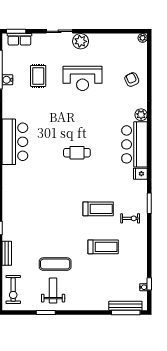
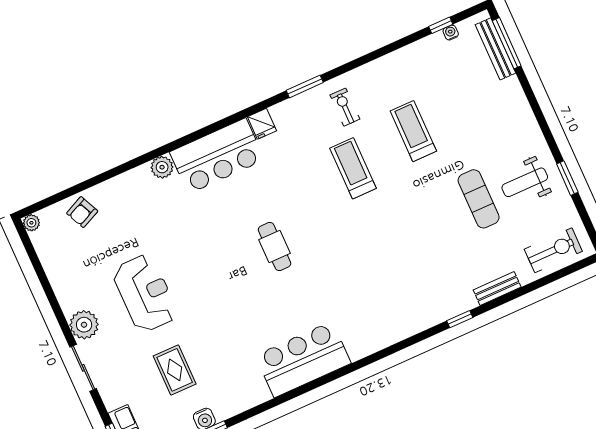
rug: (38, 76) -> (175, 370), turned 90
armchair: (132, 80) -> (82, 212), moved

